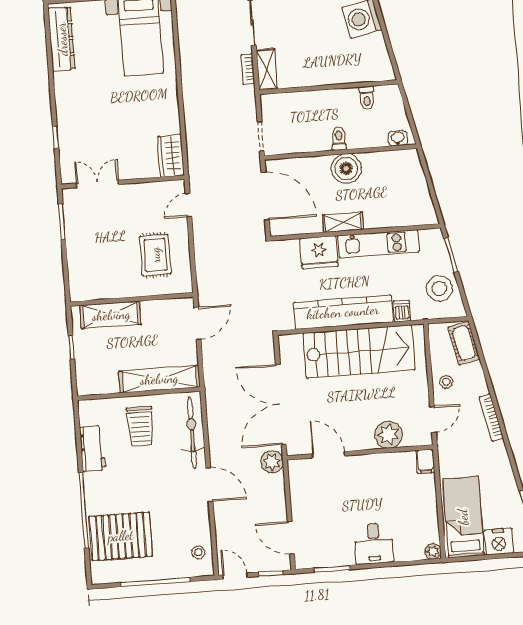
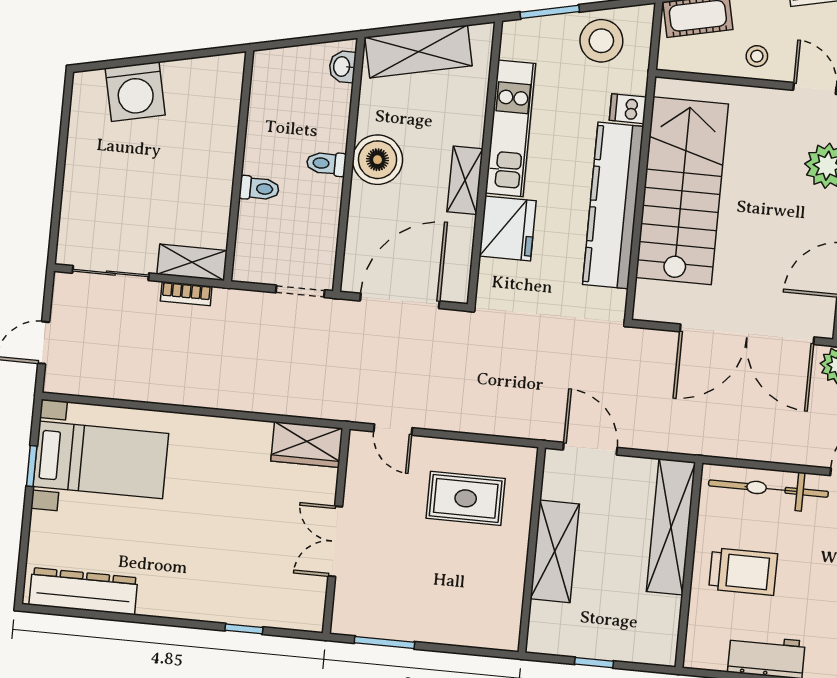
toilet: (367, 98) -> (259, 188), moved
shelving: (414, 182) -> (419, 51), added
double door: (97, 184) -> (335, 541), moved
shelving: (111, 315) -> (555, 551), moved

